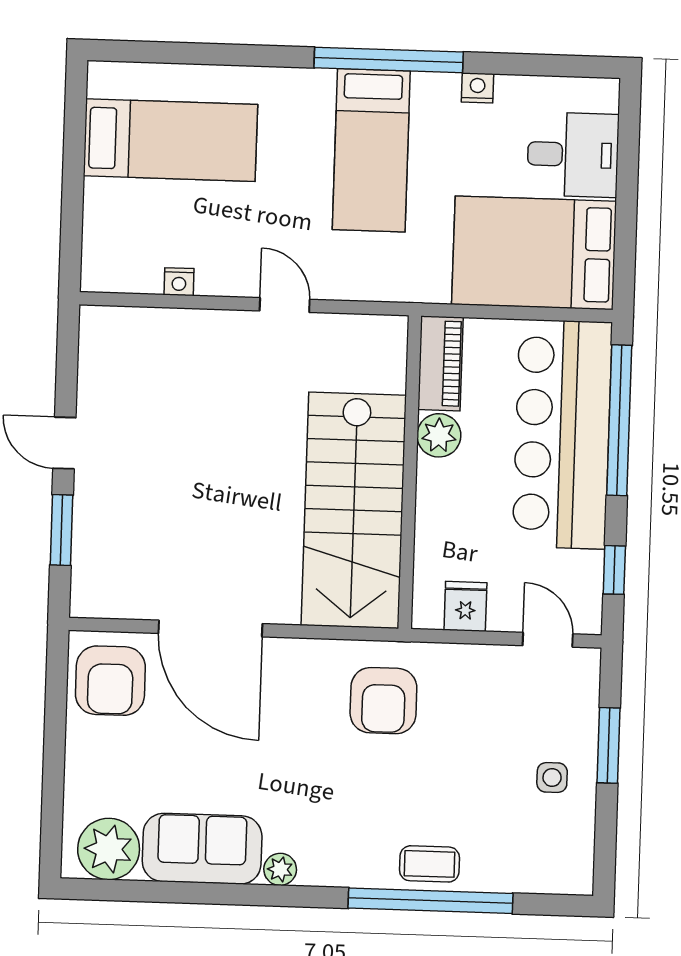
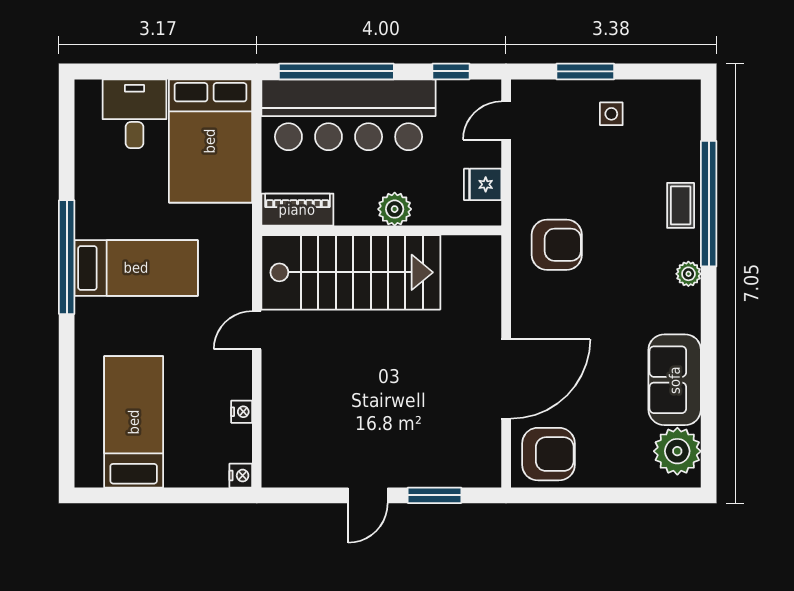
nightstand: (478, 88) -> (241, 476), moved, turned 180
plant: (439, 435) -> (395, 209), moved
stairs: (354, 510) -> (351, 272), moved
plant: (280, 869) -> (688, 274), moved

